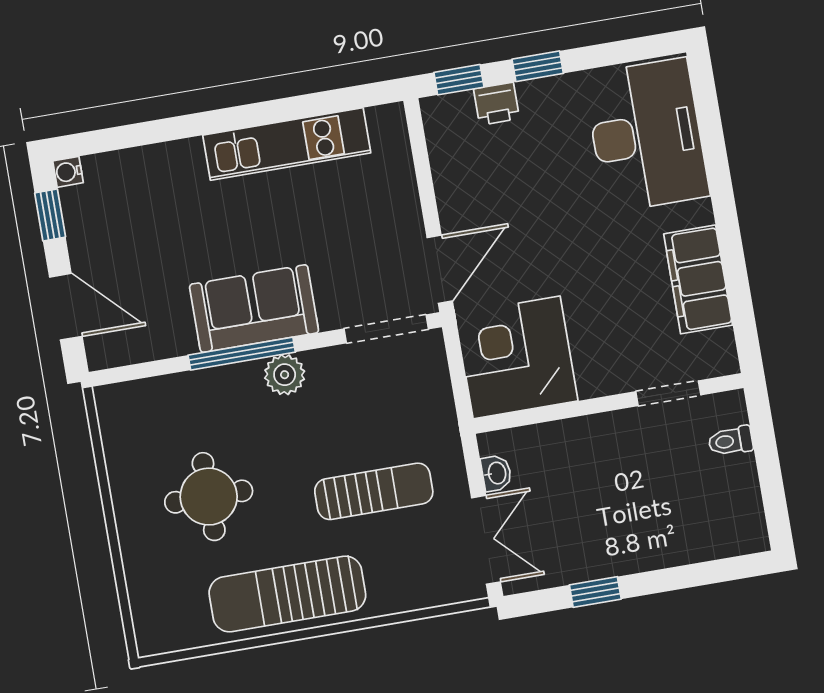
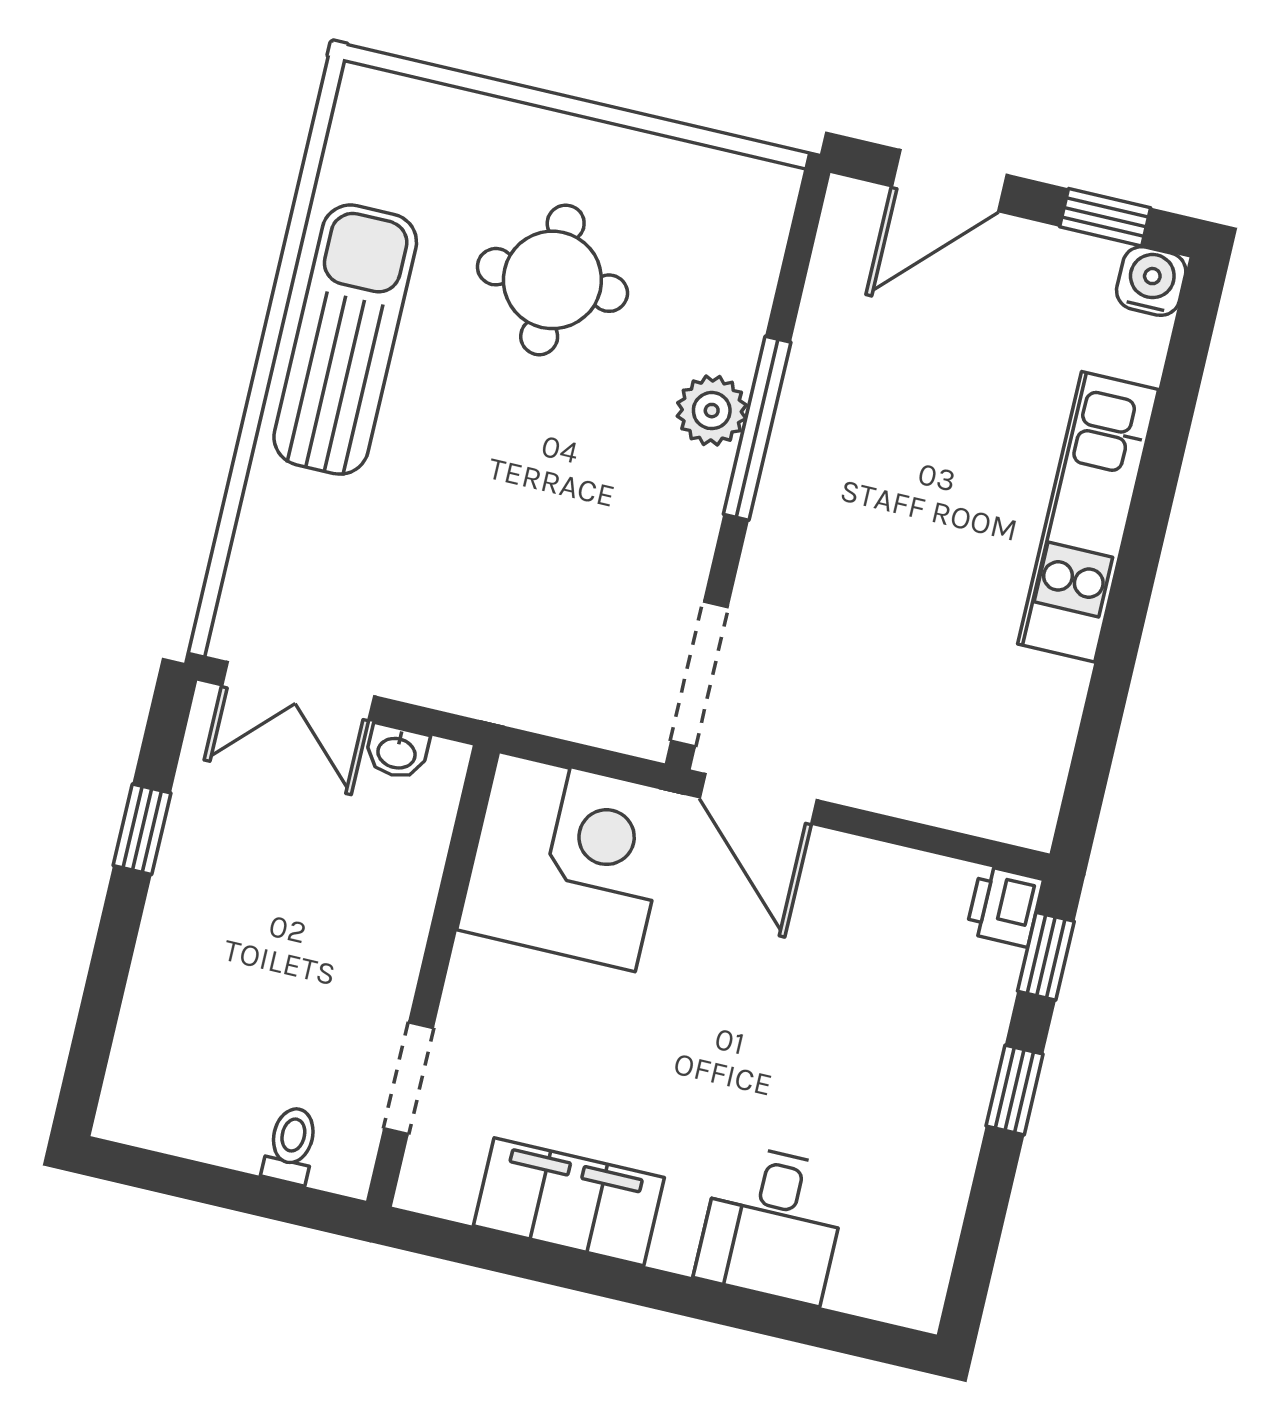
printer: (497, 104) -> (1005, 906), moved
desk: (646, 135) -> (772, 1224), width x0.53, depth x0.77
kitchen unit: (287, 144) -> (1088, 517), moved
water cooler: (68, 172) -> (1151, 281), width x1.38, depth x1.38
sofa: (254, 309) -> (820, 478), removed
plant: (285, 375) -> (712, 411), moved
sun lounger: (374, 491) -> (450, 545), removed

